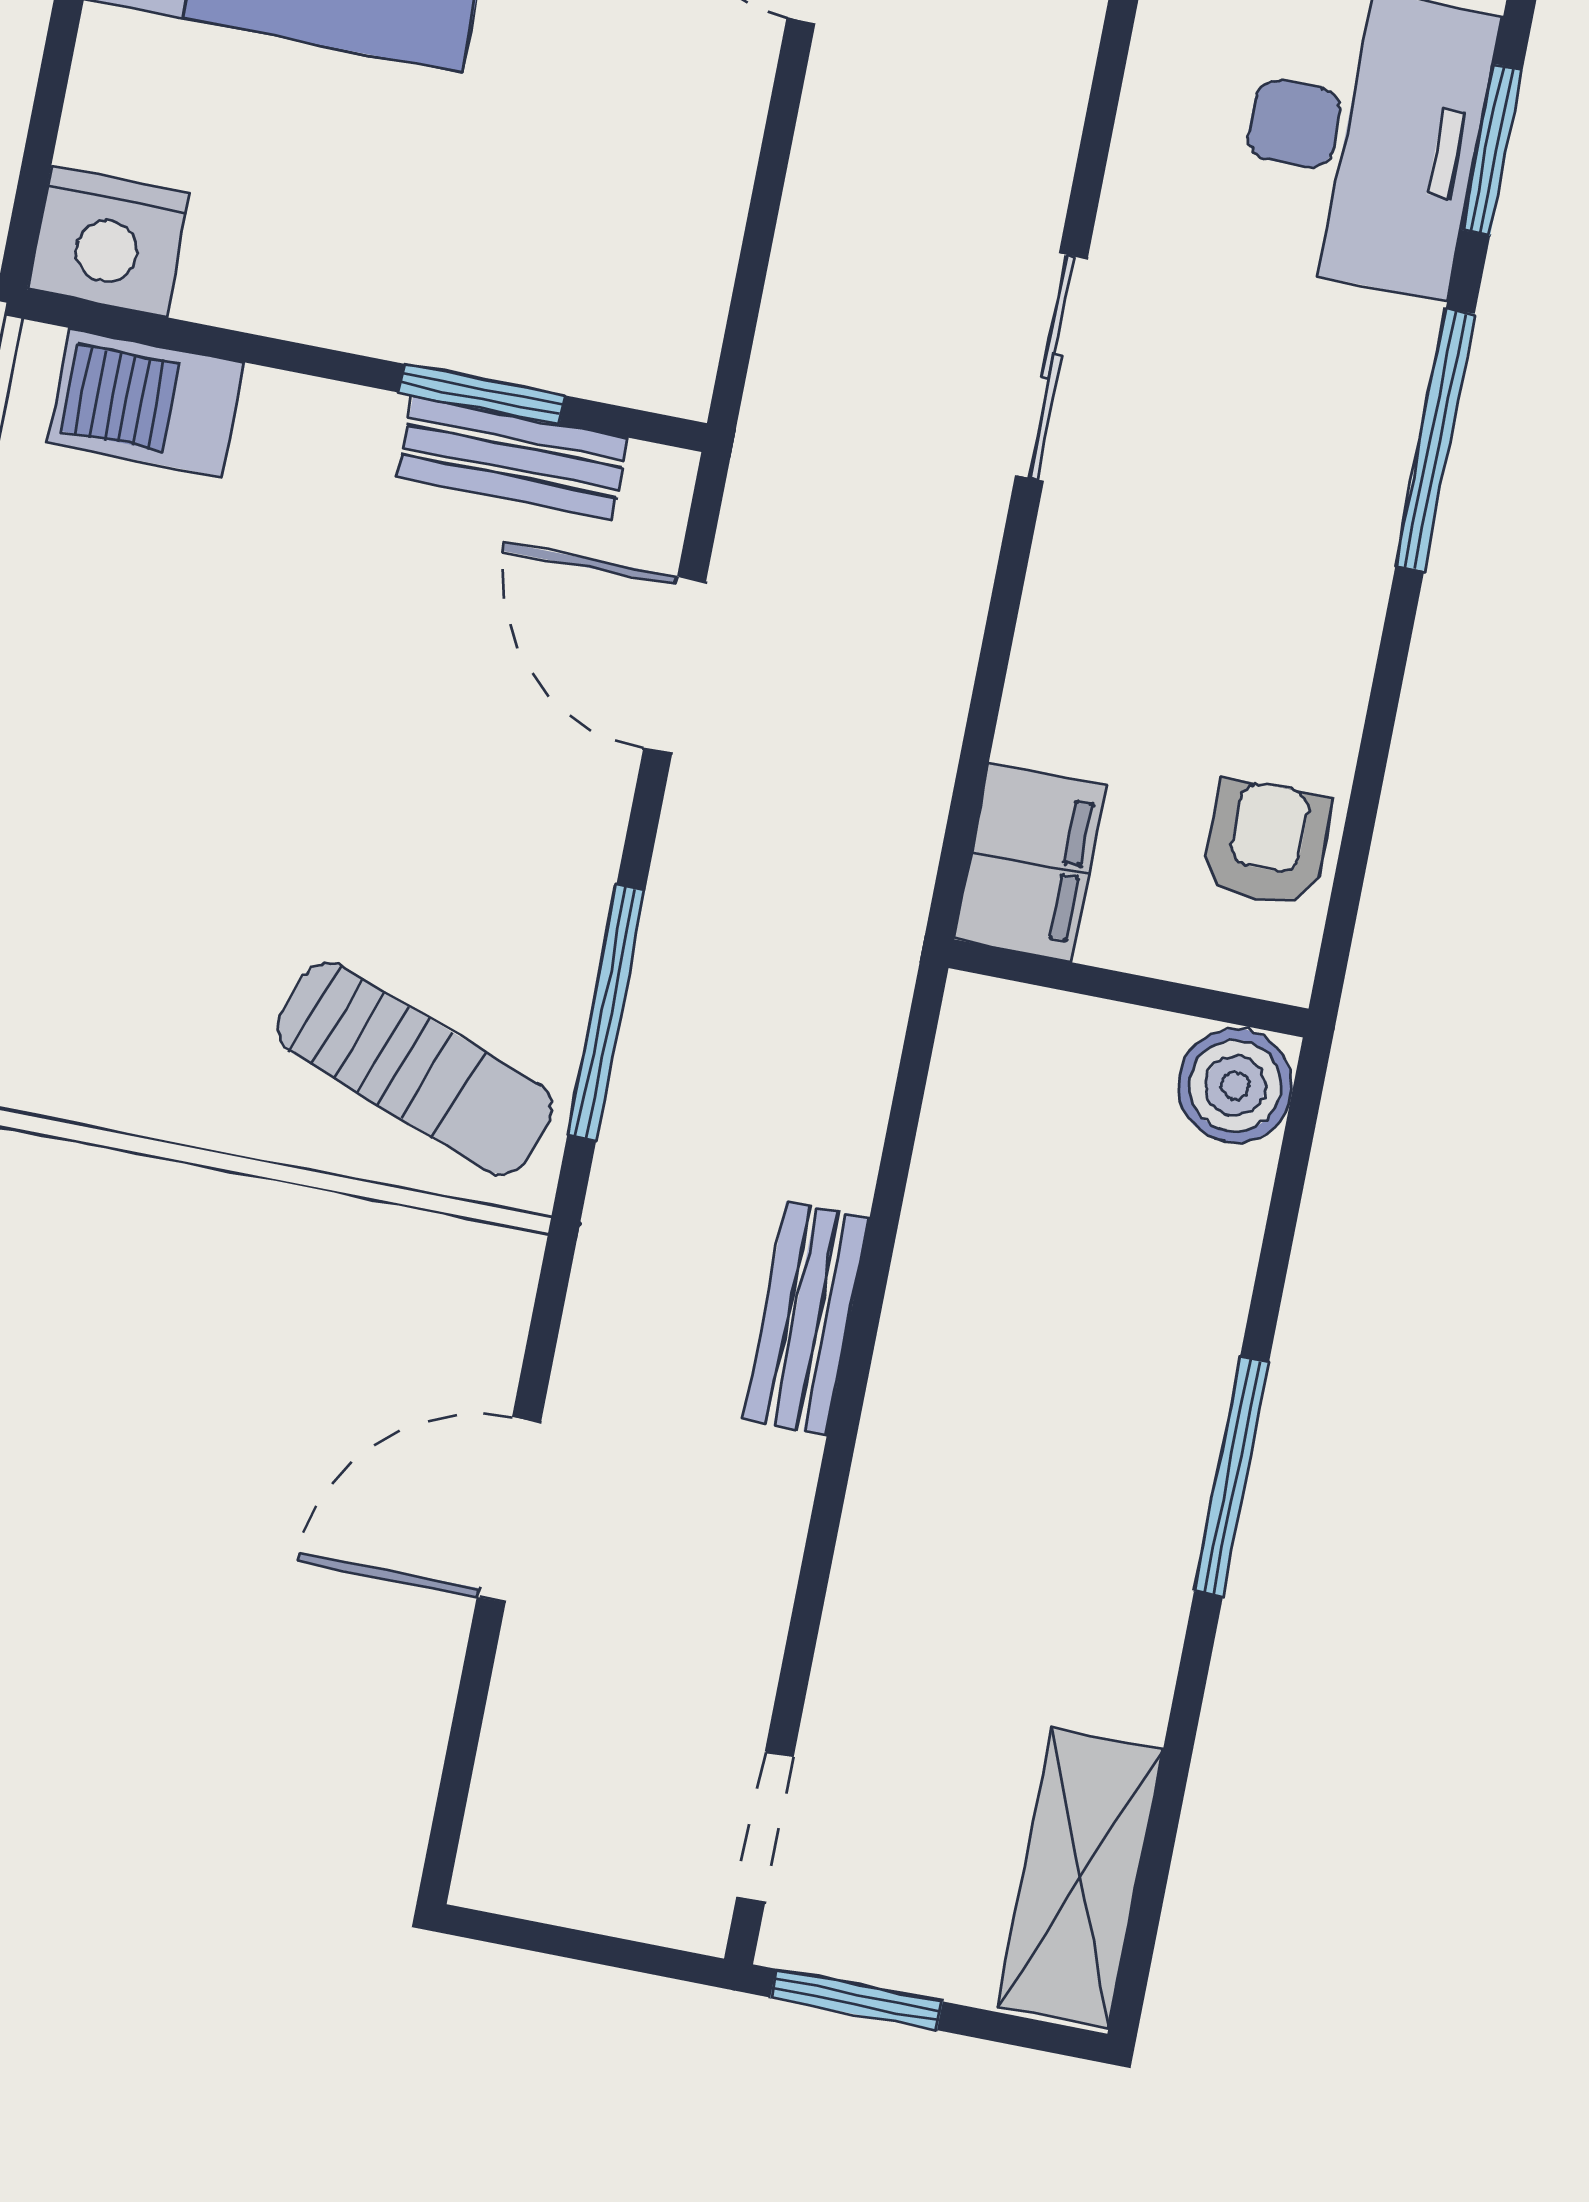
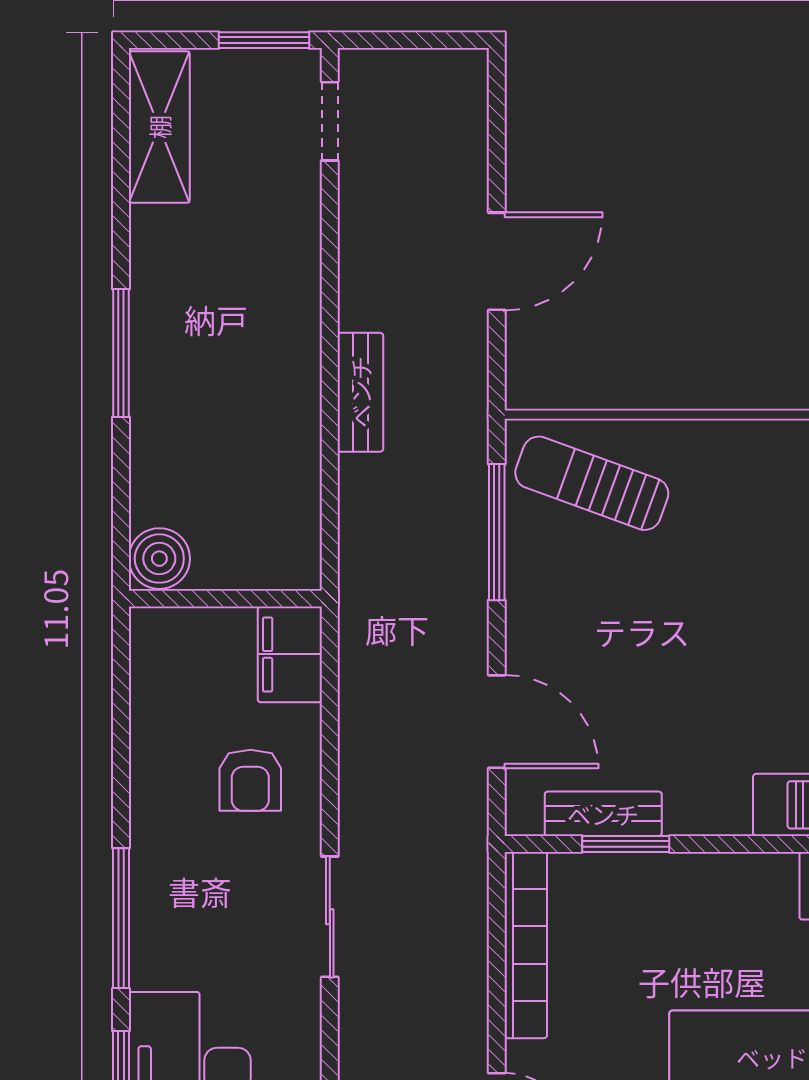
bookcase: (702, 244) -> (526, 945), added
armchair: (1267, 843) -> (250, 780), moved

